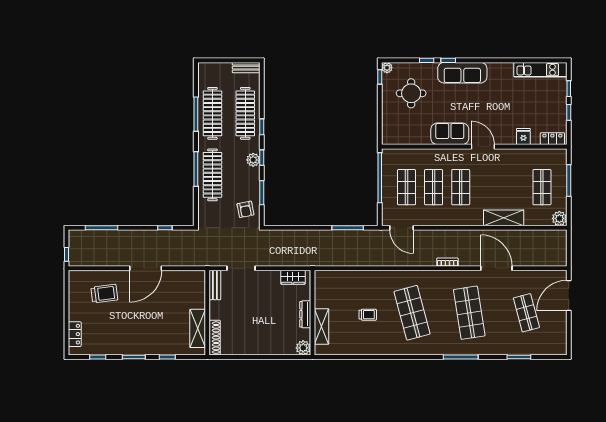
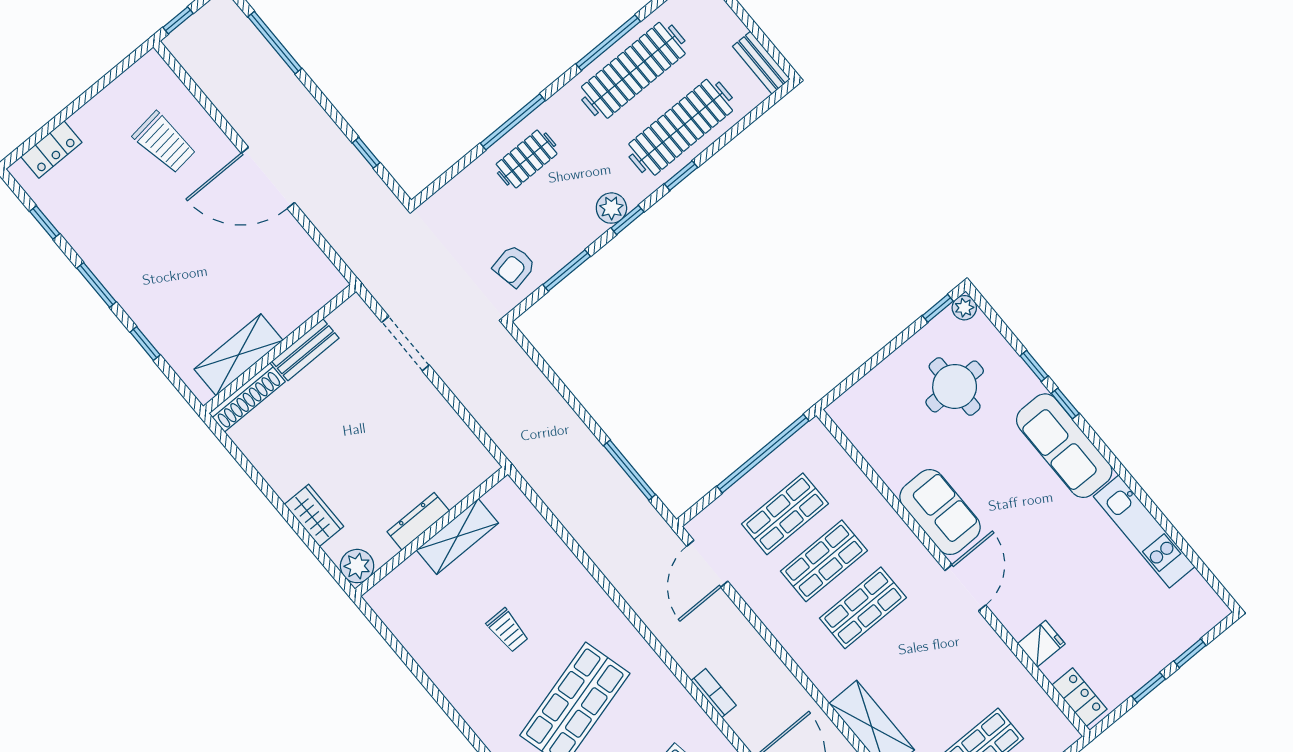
kitchen unit: (540, 70) -> (1144, 532), moved
clothes rail: (212, 175) -> (527, 159), width x0.54, depth x0.76
wardrobe: (293, 277) -> (314, 515), moved, turned 180
bench: (215, 285) -> (305, 350), moved
shelving: (322, 326) -> (457, 537), moved

